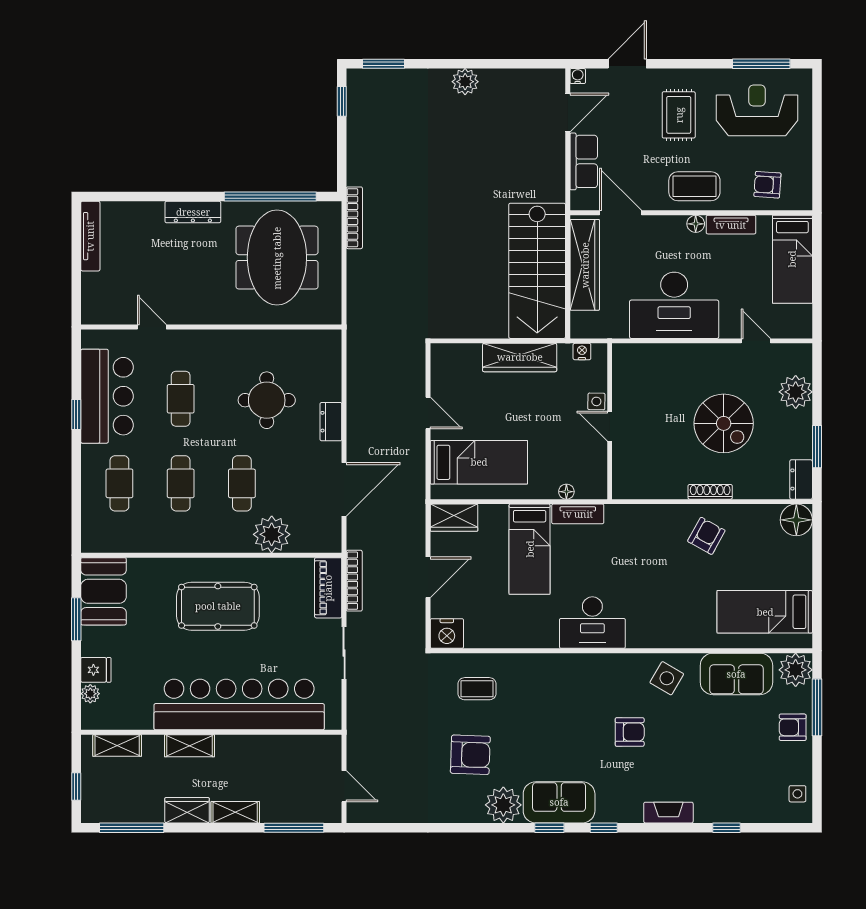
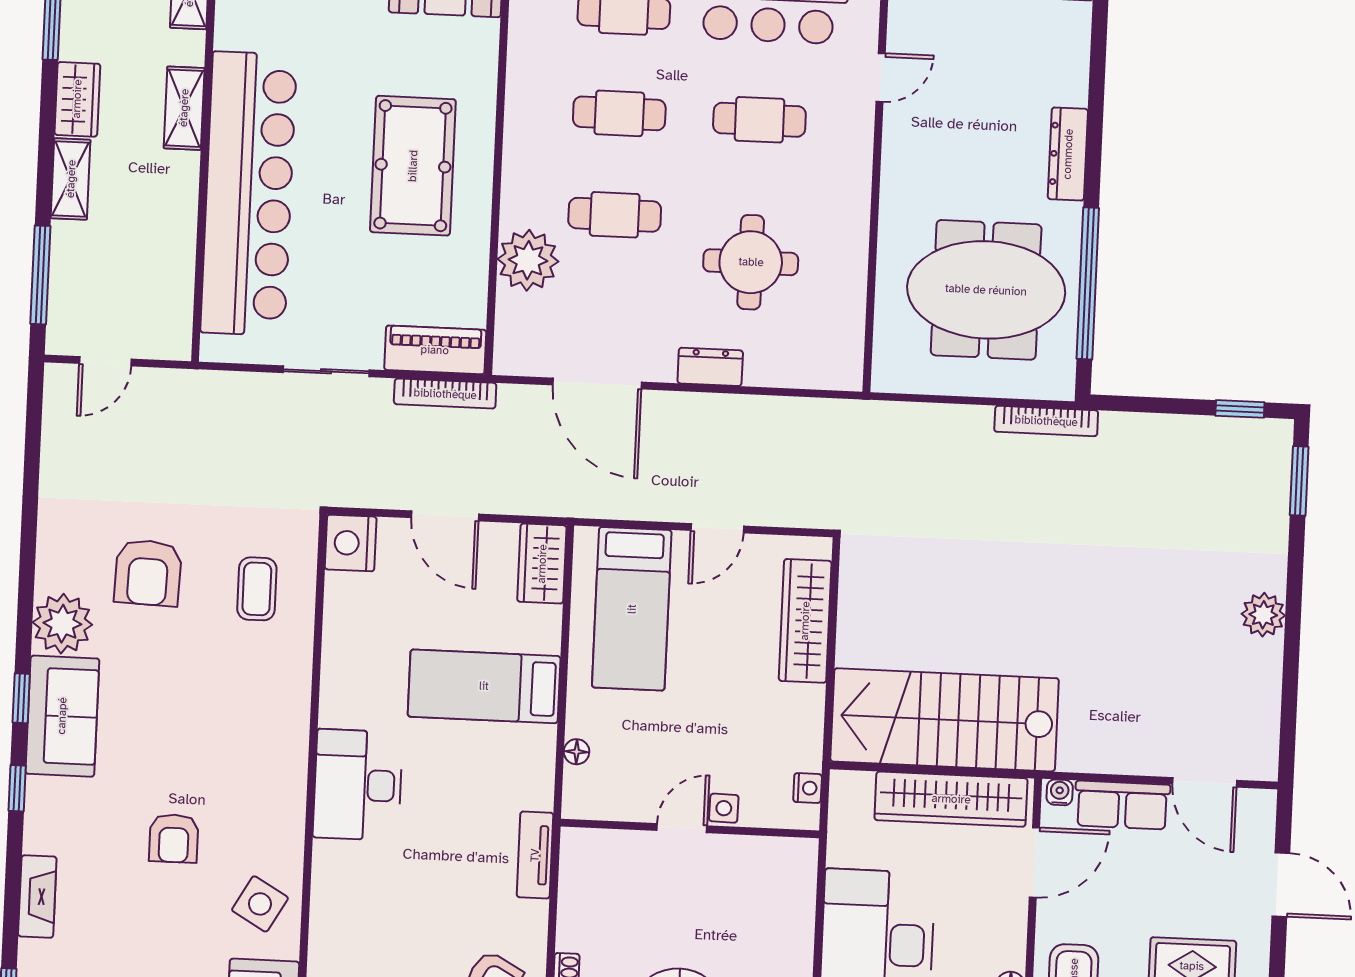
water cooler: (578, 76) -> (1060, 792), moved, turned -90
wardrobe: (520, 357) -> (805, 621), moved
tv unit: (578, 514) -> (535, 855), moved

